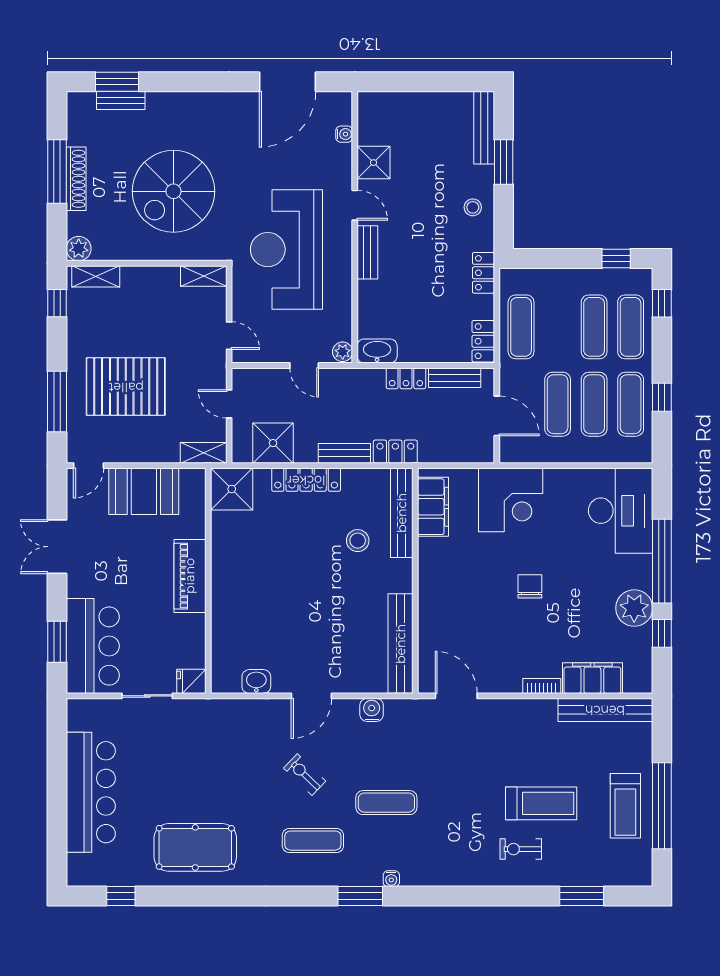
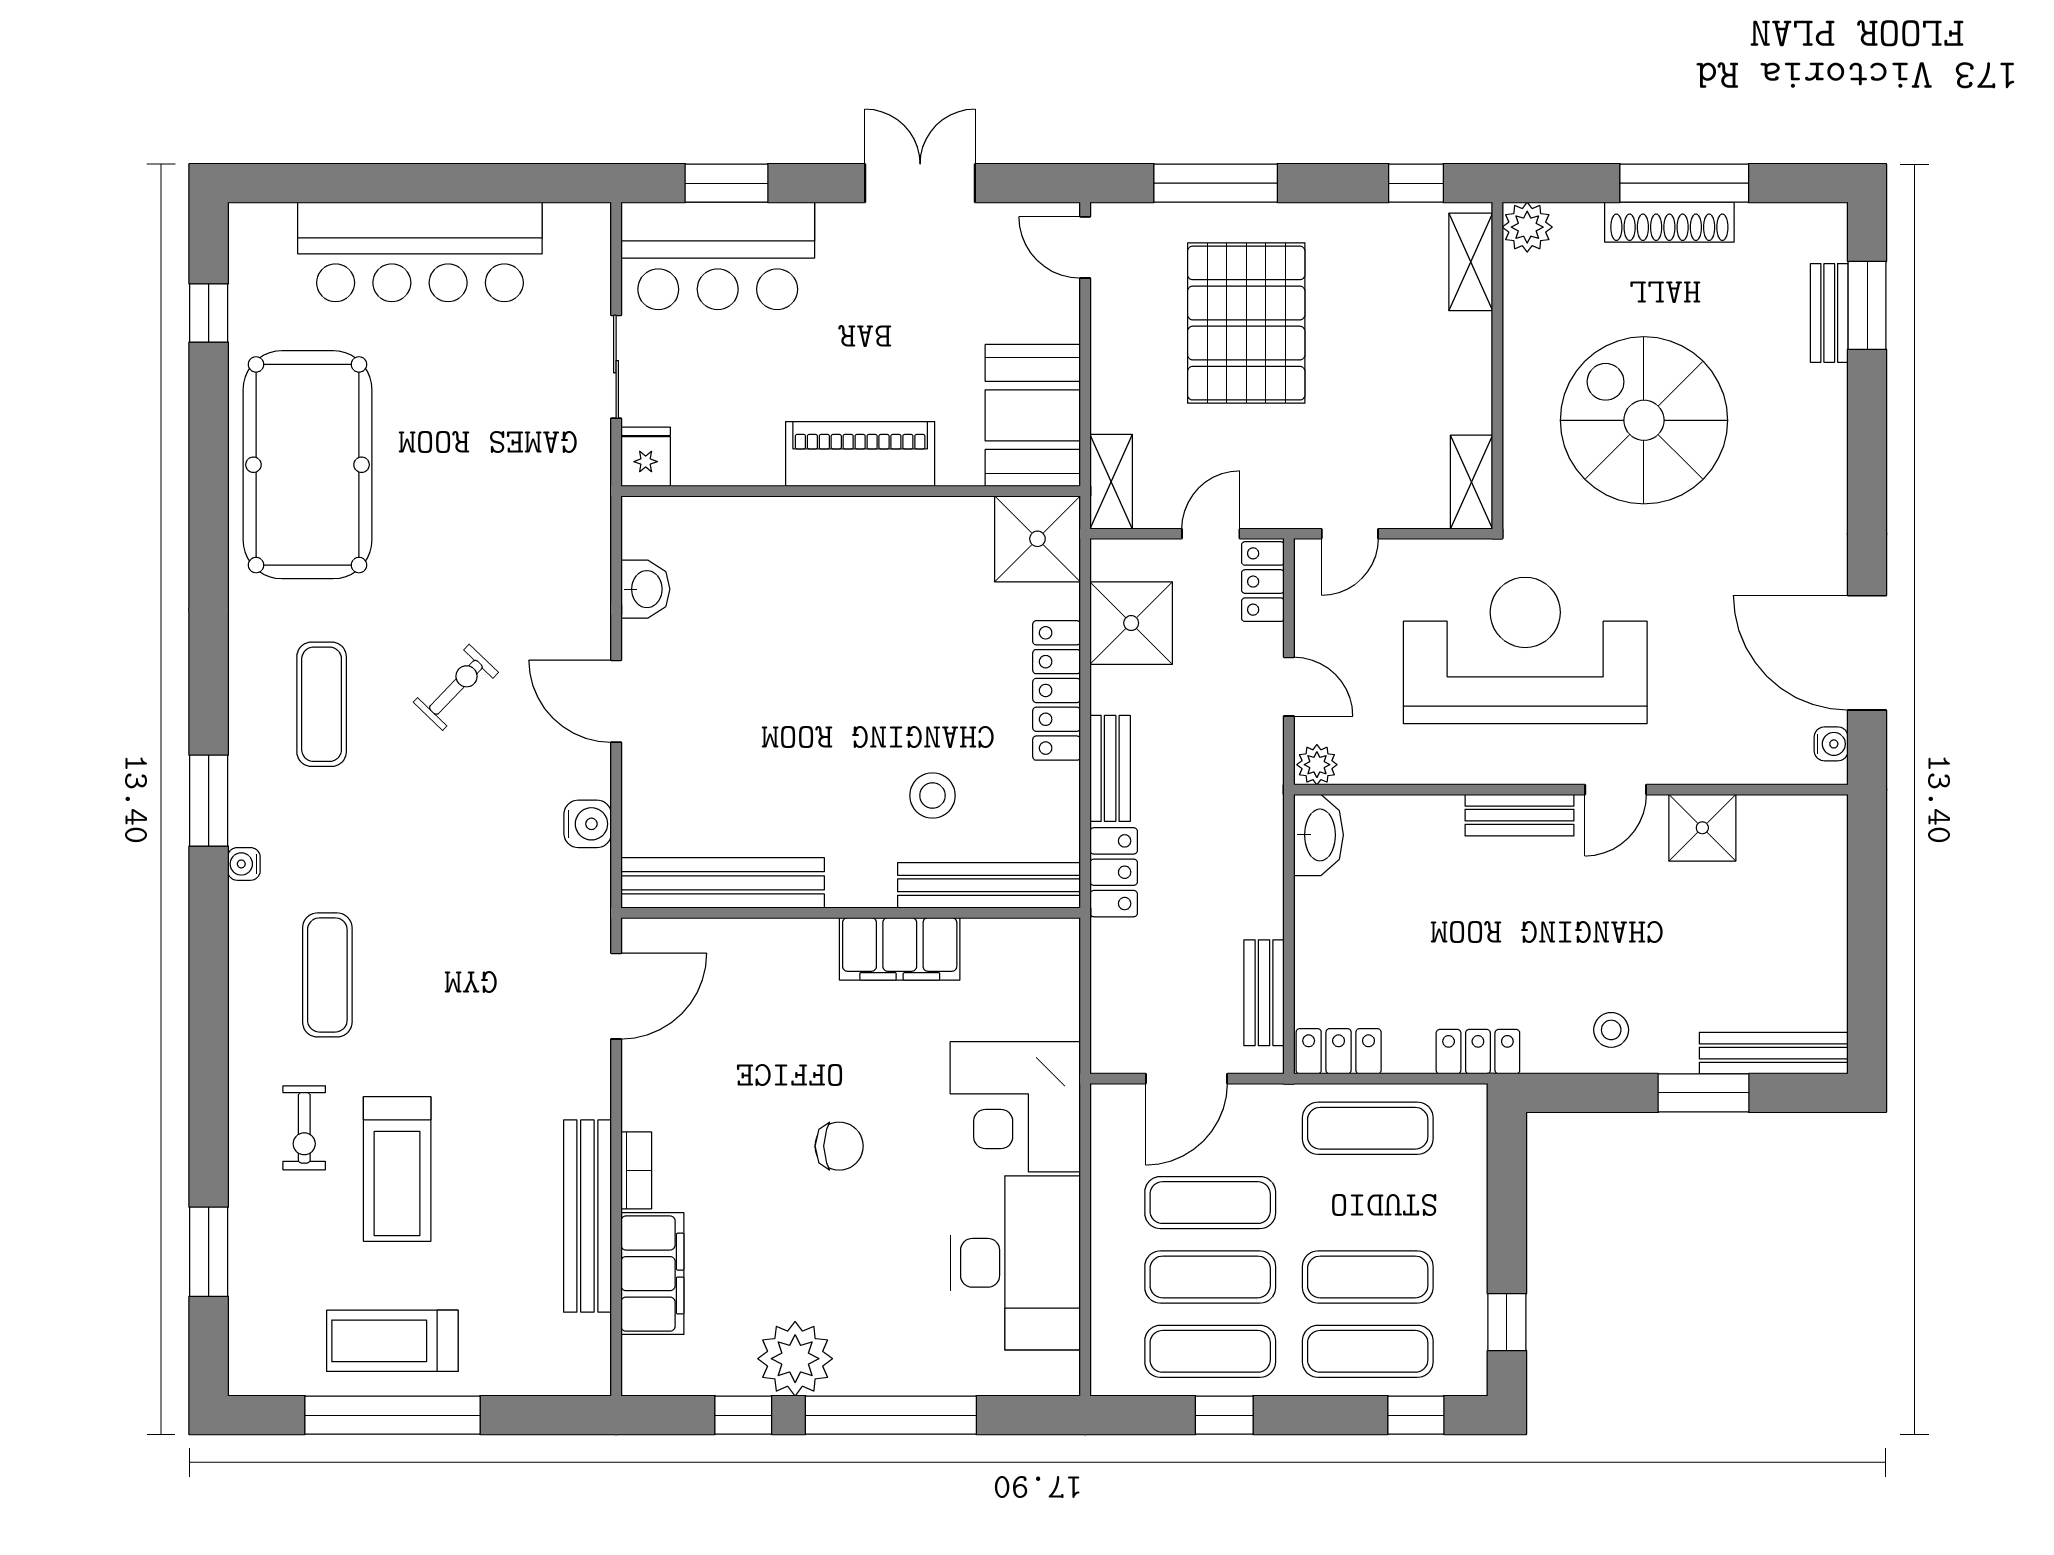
water cooler: (344, 134) -> (1831, 744), moved, turned -90
door: (304, 366) -> (1289, 687), swing flipped
locker: (406, 378) -> (1263, 582), moved
booth: (144, 491) -> (1033, 415), moved
filing cabinet: (433, 507) -> (900, 949), moved
desk: (621, 511) -> (1015, 1263), moved, turned -90
bench: (605, 710) -> (587, 1216), moved
exercise mat: (386, 803) -> (327, 975), moved
pool table: (195, 847) -> (308, 465), width x1.36, depth x1.32
exercise bike: (521, 849) -> (304, 1128), turned 180

